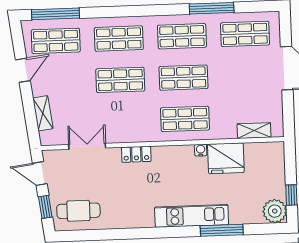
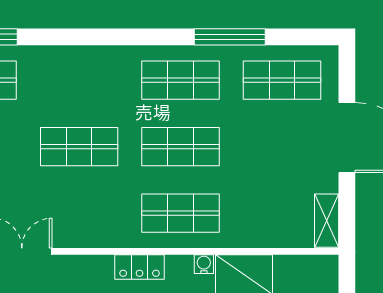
shop shelf: (119, 39) -> (79, 80), removed
shelving: (254, 131) -> (327, 221), moved, turned 90
locker: (136, 154) -> (140, 267), moved

